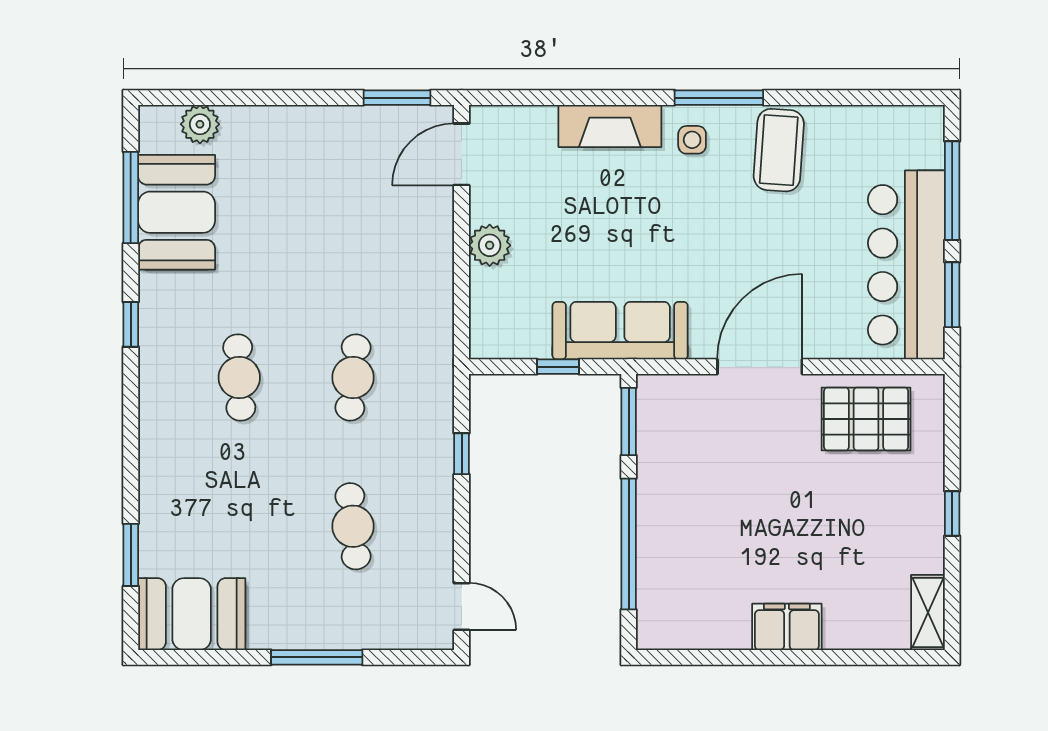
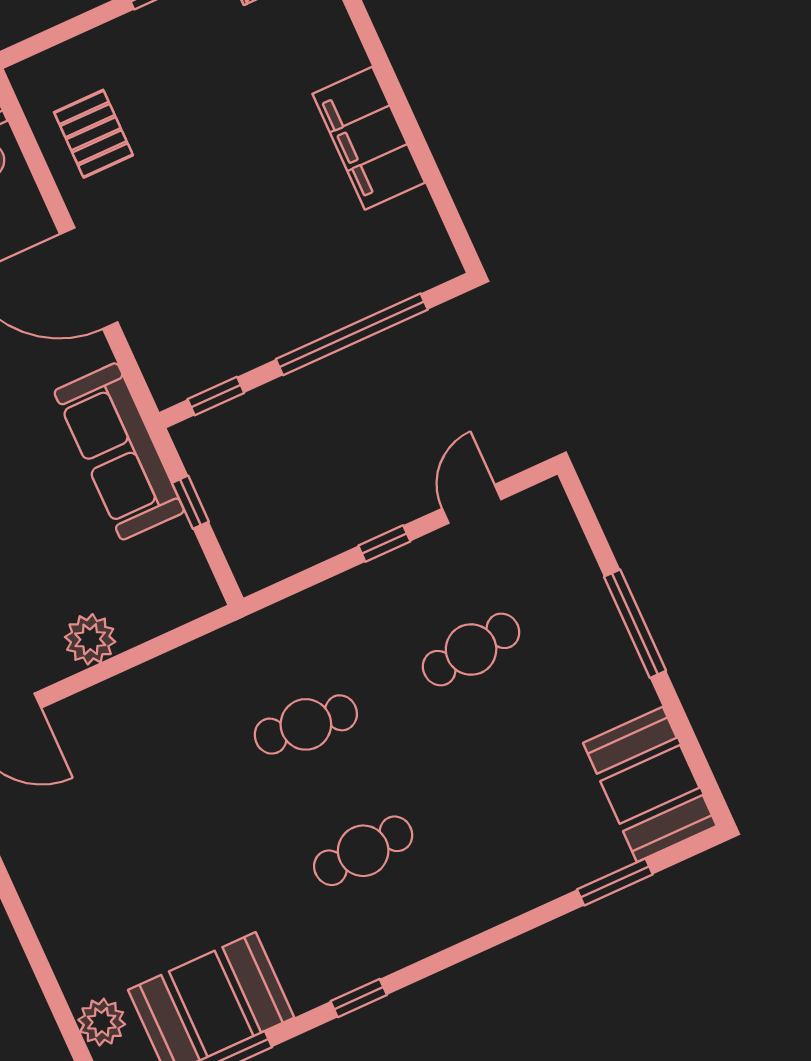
pallet: (866, 419) -> (93, 134), width x0.67, depth x0.71
window: (629, 422) -> (216, 396), width x0.67
window: (462, 454) -> (384, 543), moved
door: (462, 606) -> (472, 504), moved
filing cabinet: (787, 627) -> (369, 138), width x1.50, depth x1.17

